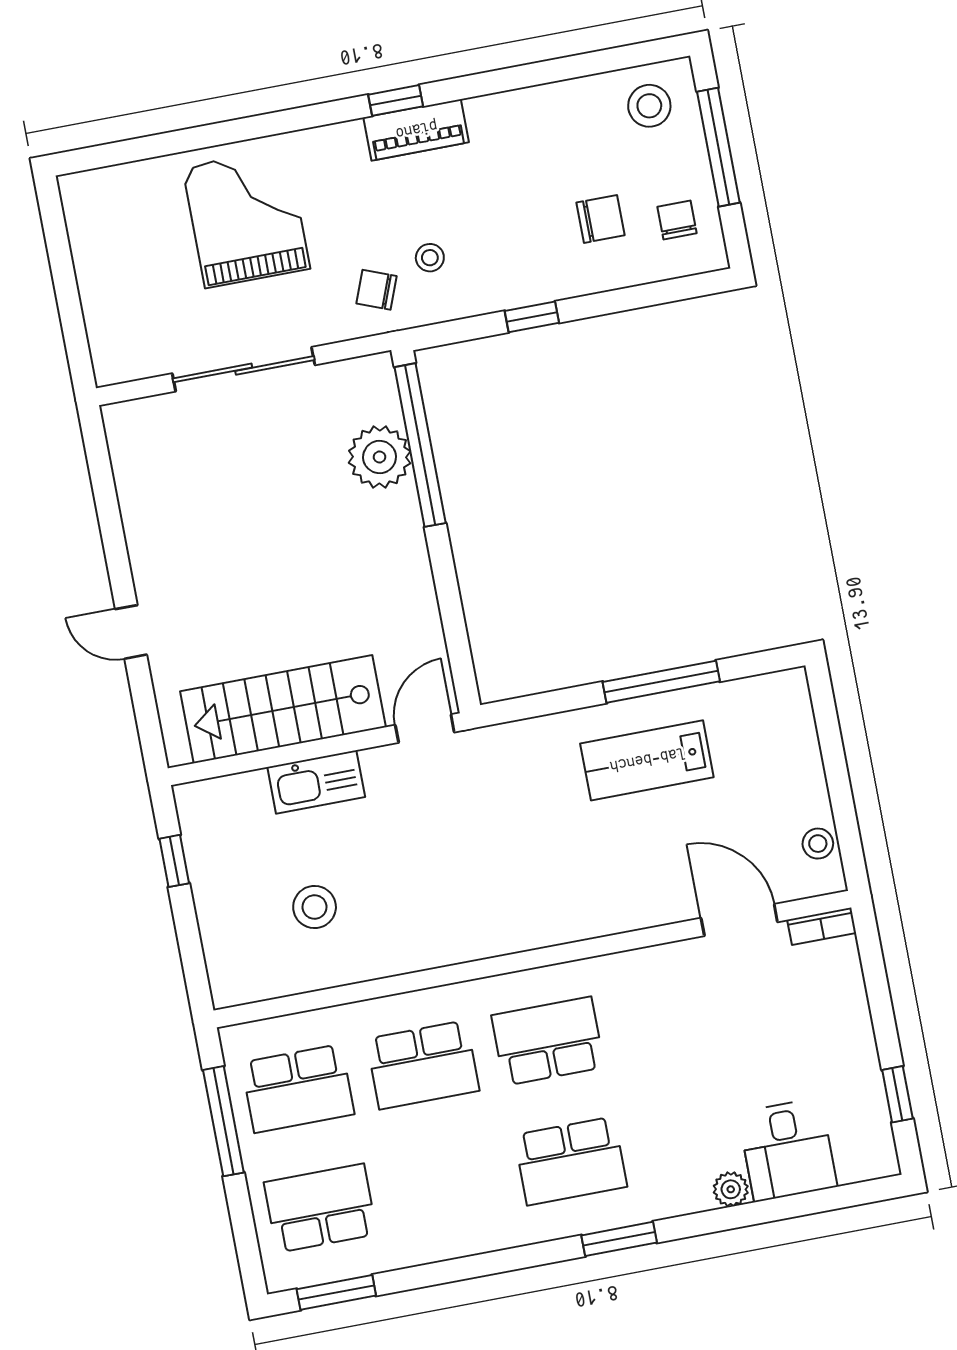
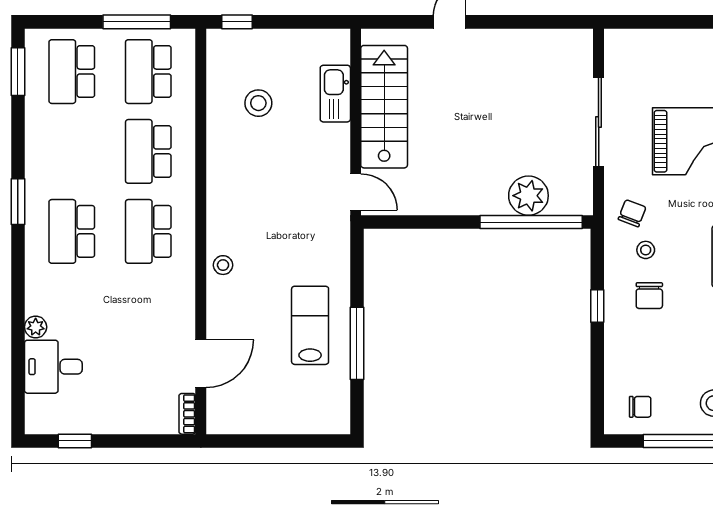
chair: (600, 219) -> (649, 296), moved
kitchen sink: (316, 782) -> (335, 94), moved
stool: (818, 844) -> (223, 265), moved
window: (174, 861) -> (237, 22), moved
school desk: (548, 1041) -> (148, 231), turned 180
school desk: (320, 1208) -> (72, 72), turned 180
window: (619, 1239) -> (18, 202), moved

